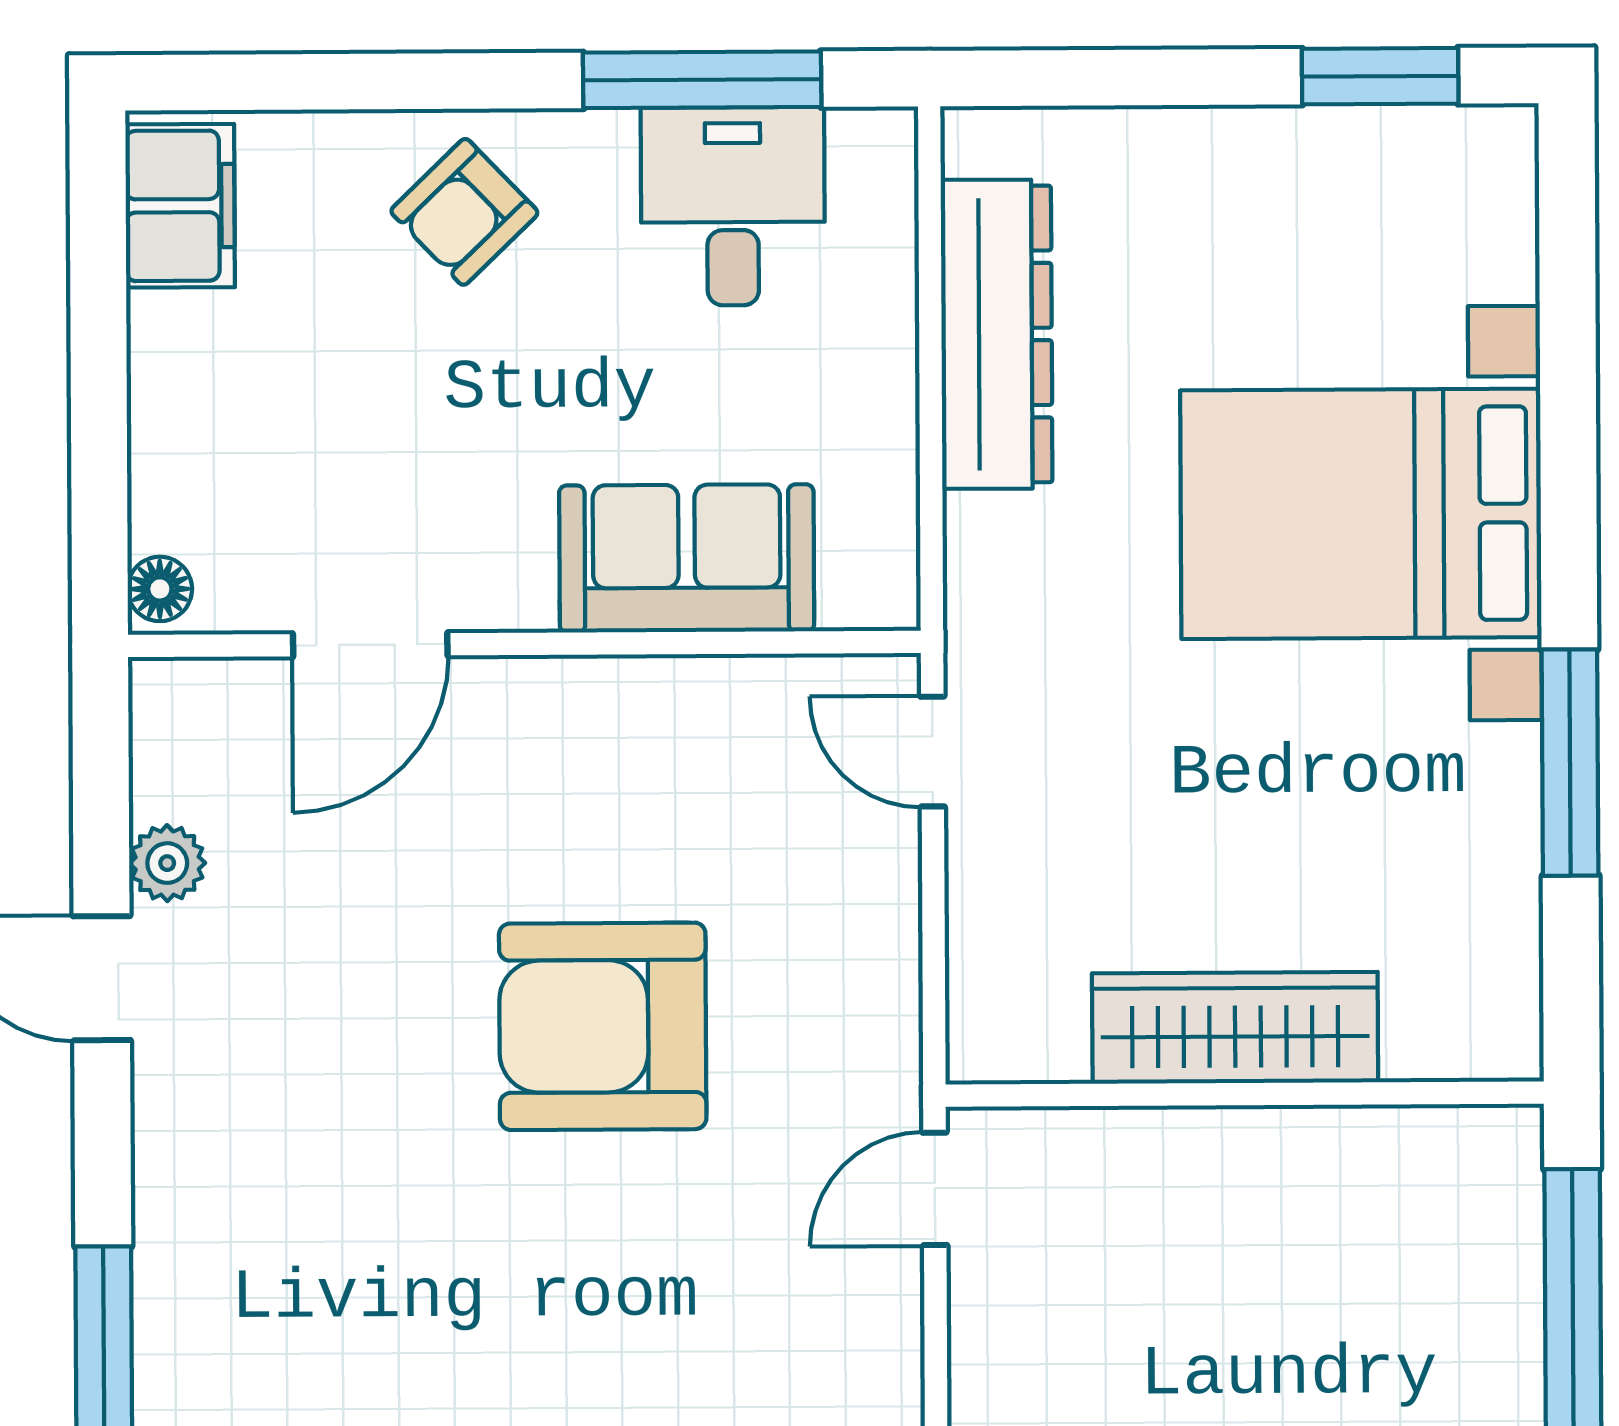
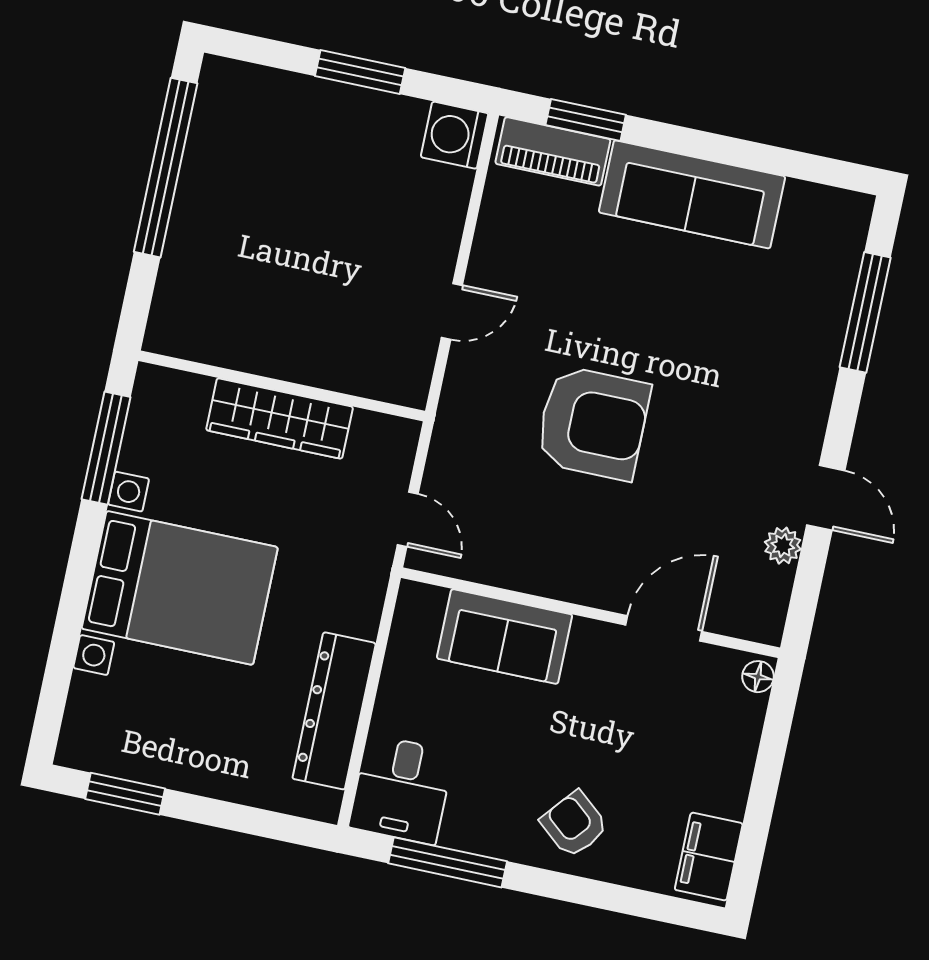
desk: (733, 206) -> (401, 789), moved
armchair: (464, 212) -> (574, 824), turned -96
wardrobe: (1235, 1028) -> (280, 418), moved
wall: (1245, 1094) -> (282, 386), moved

